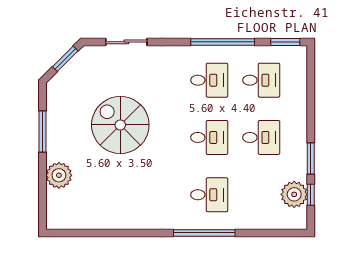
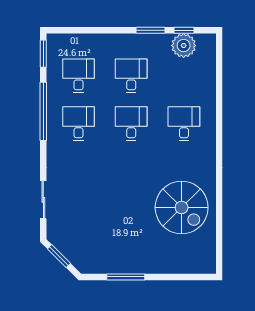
spiral stairs: (120, 125) -> (182, 207), moved, turned -90
plant: (59, 175) -> (166, 262), removed
window: (204, 233) -> (219, 128), removed

